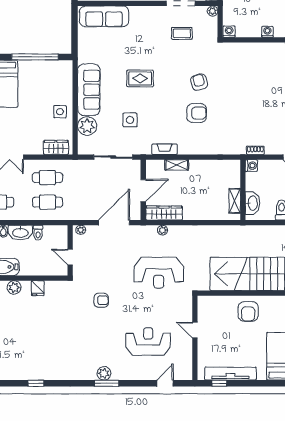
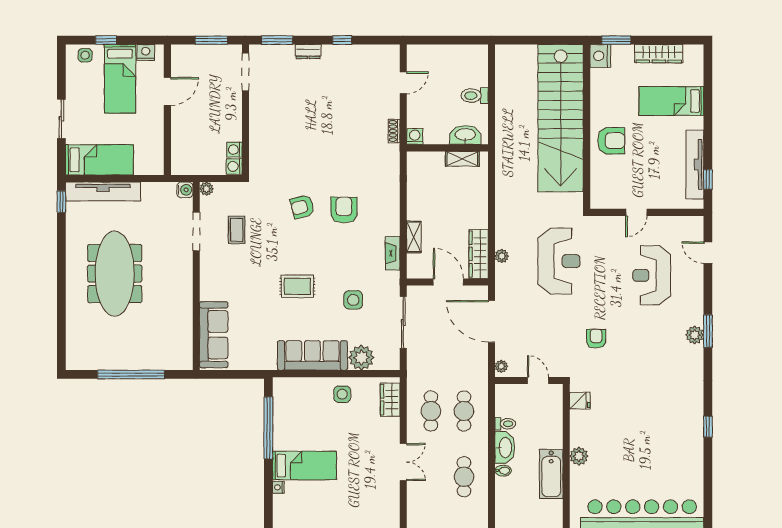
washing machine: (267, 32) -> (235, 150), moved
rug: (140, 78) -> (297, 286), turned 90
door: (70, 257) -> (538, 380), swing flipped
fridge: (38, 288) -> (580, 401), moved

